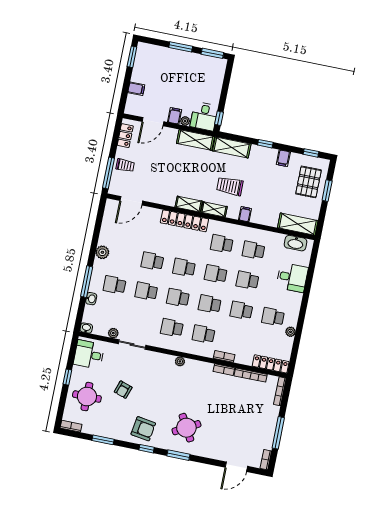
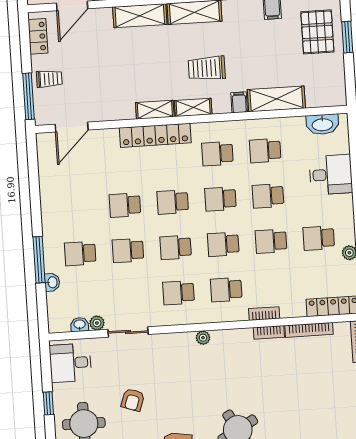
shelving: (298, 224) -> (276, 99), moved
plant: (102, 252) -> (50, 212), removed
washbasin: (86, 328) -> (80, 325), moved

